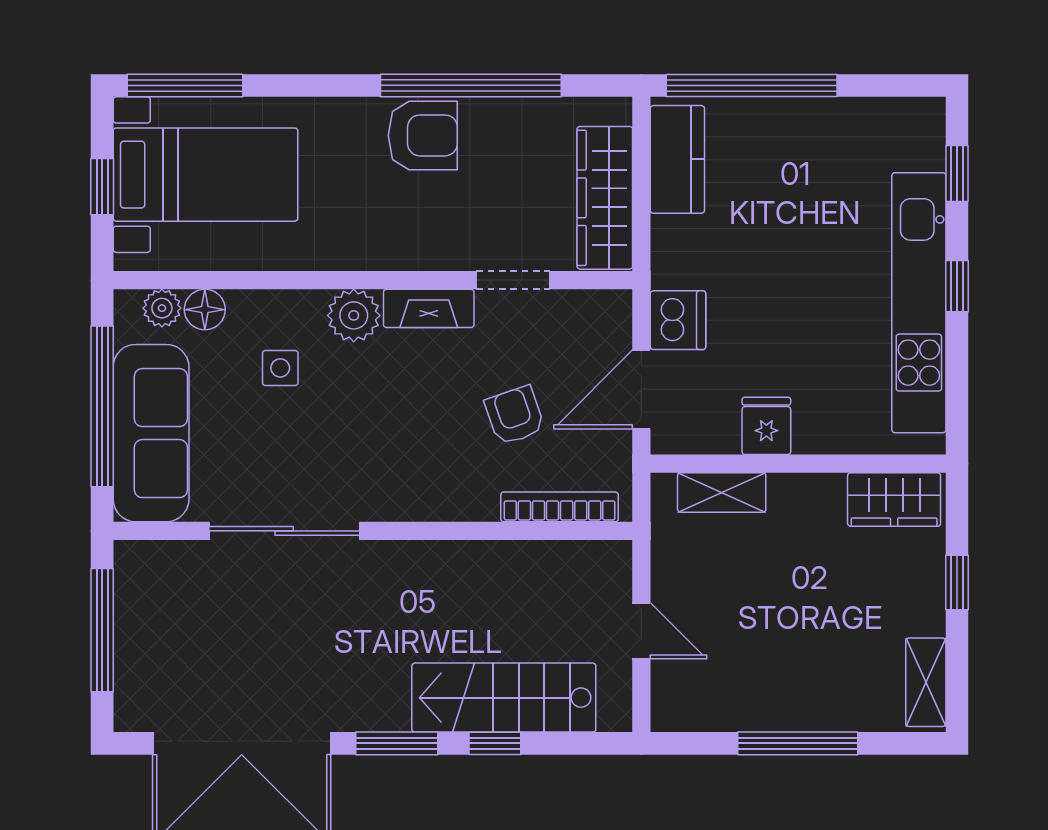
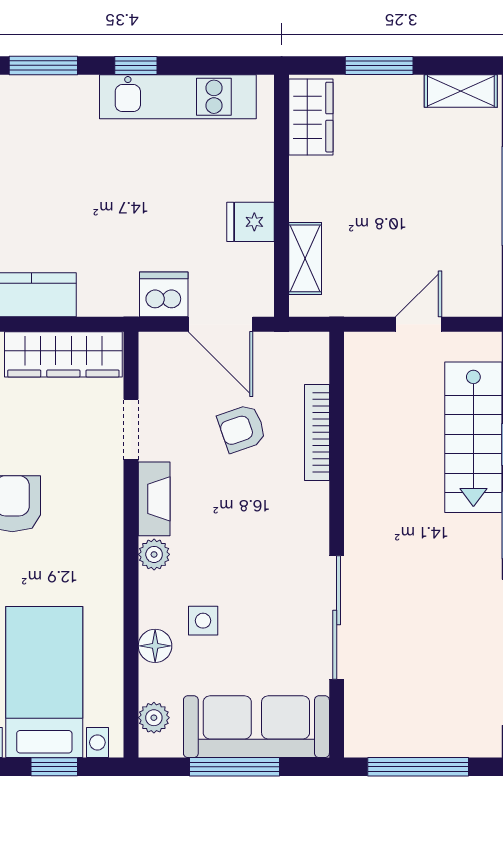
window: (957, 173) -> (43, 65), width x1.50
kitchen unit: (919, 303) -> (178, 97), width x0.73
floor lamp: (205, 310) -> (155, 646), moved
plant: (354, 315) -> (154, 554), width x0.73, depth x0.73
window: (102, 406) -> (234, 767), width x0.68
bookcase: (560, 507) -> (317, 432), moved
window: (957, 583) -> (379, 65), width x1.50

